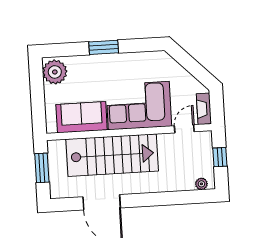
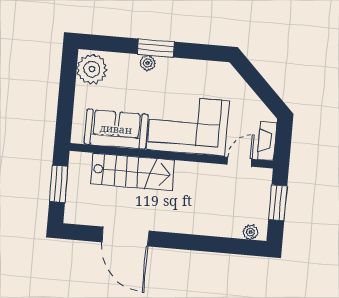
plant: (99, 60) -> (148, 63), added
stairs: (112, 155) -> (133, 172), width x0.73, depth x0.66
window: (220, 157) -> (278, 203), width x1.50

